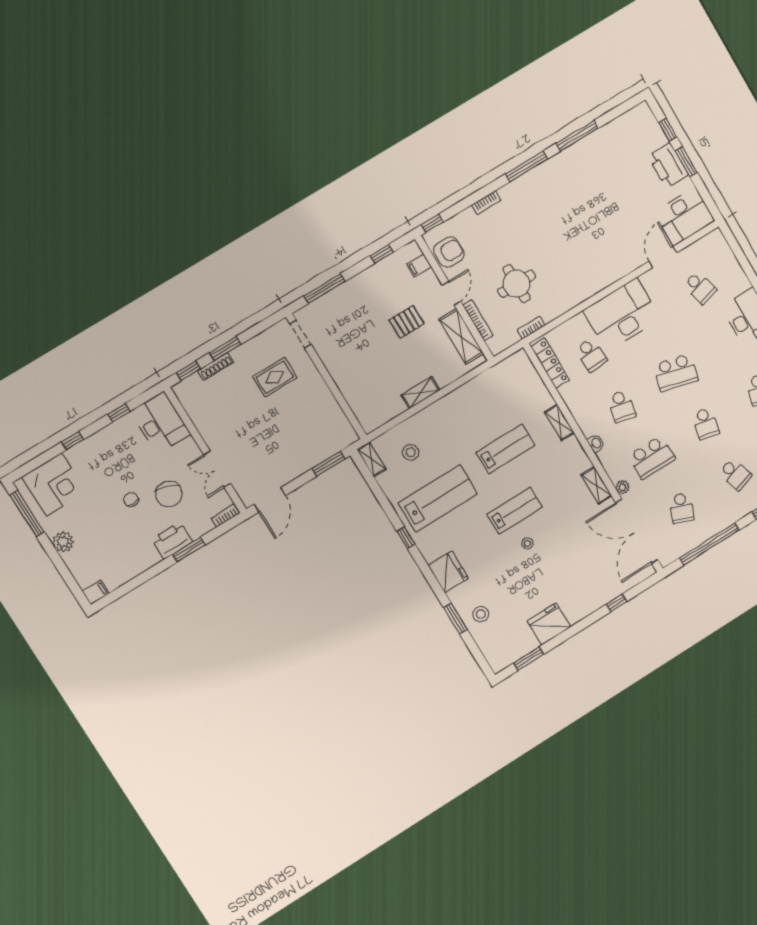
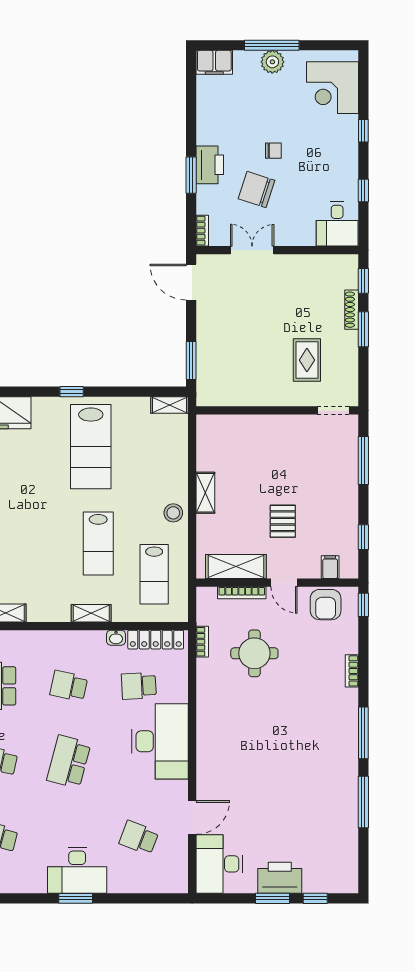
door: (663, 257) -> (192, 817), hinge flipped
school desk: (700, 288) -> (139, 838), turned 36
desk: (161, 423) -> (337, 224), width x0.73
washbasin: (596, 443) -> (116, 638), moved
stool: (411, 452) -> (173, 513), moved
lab bench: (515, 511) -> (154, 574), moved
window: (27, 514) -> (272, 45), moved
filing cabinet: (96, 592) -> (214, 62), width x2.00

